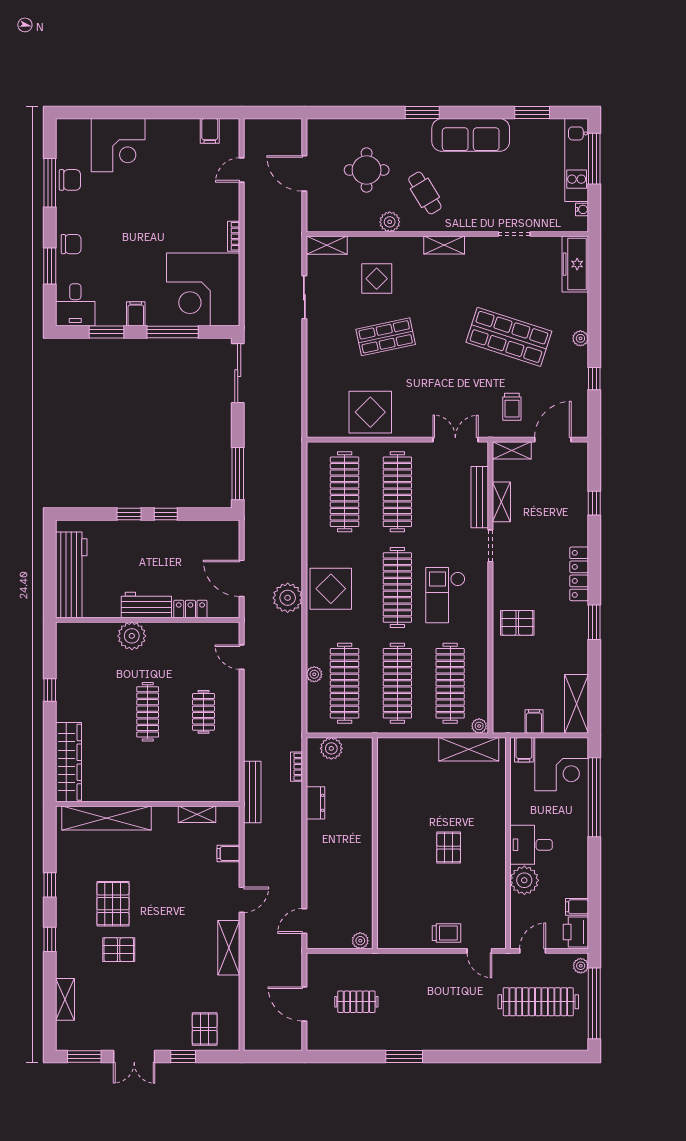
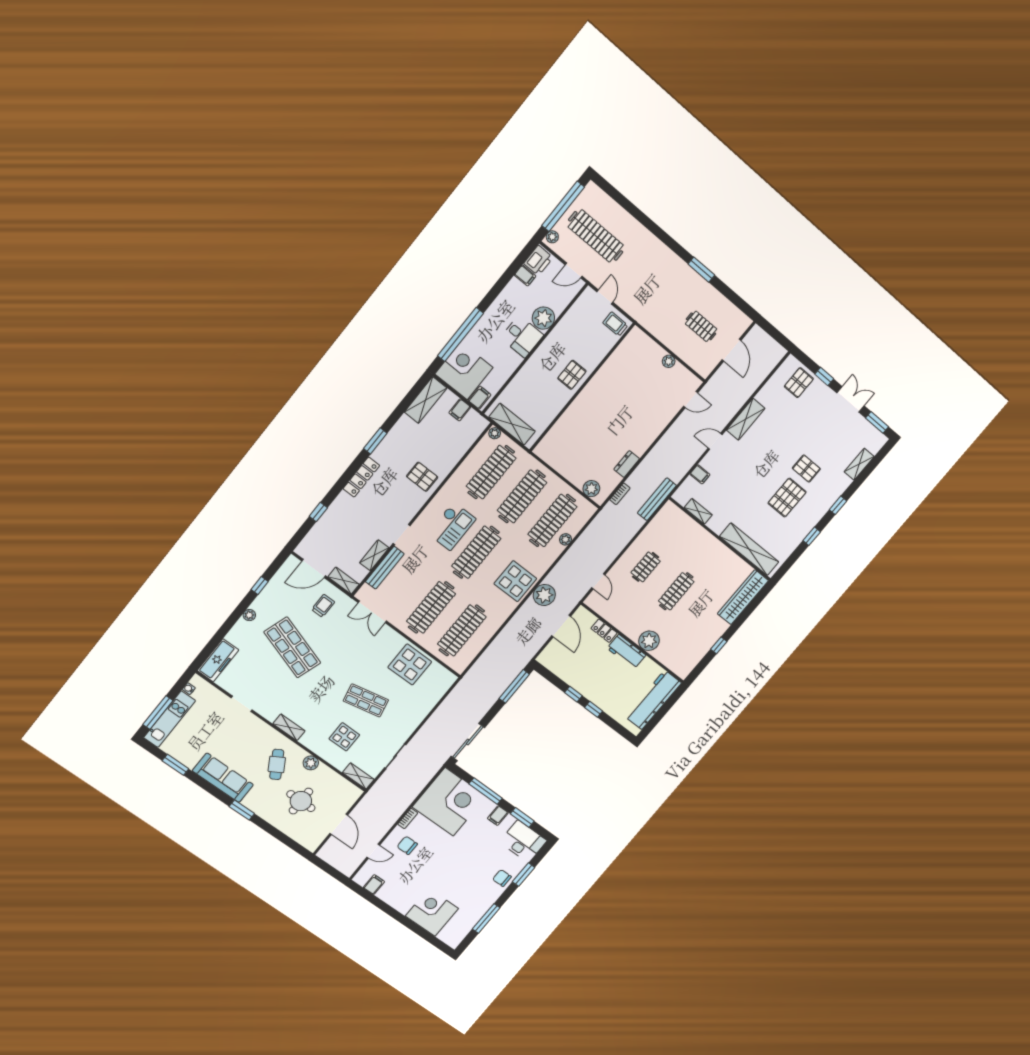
chair: (70, 180) -> (407, 845), moved
desk: (75, 305) -> (523, 841), width x1.37
wall: (375, 843) -> (582, 388), moved

